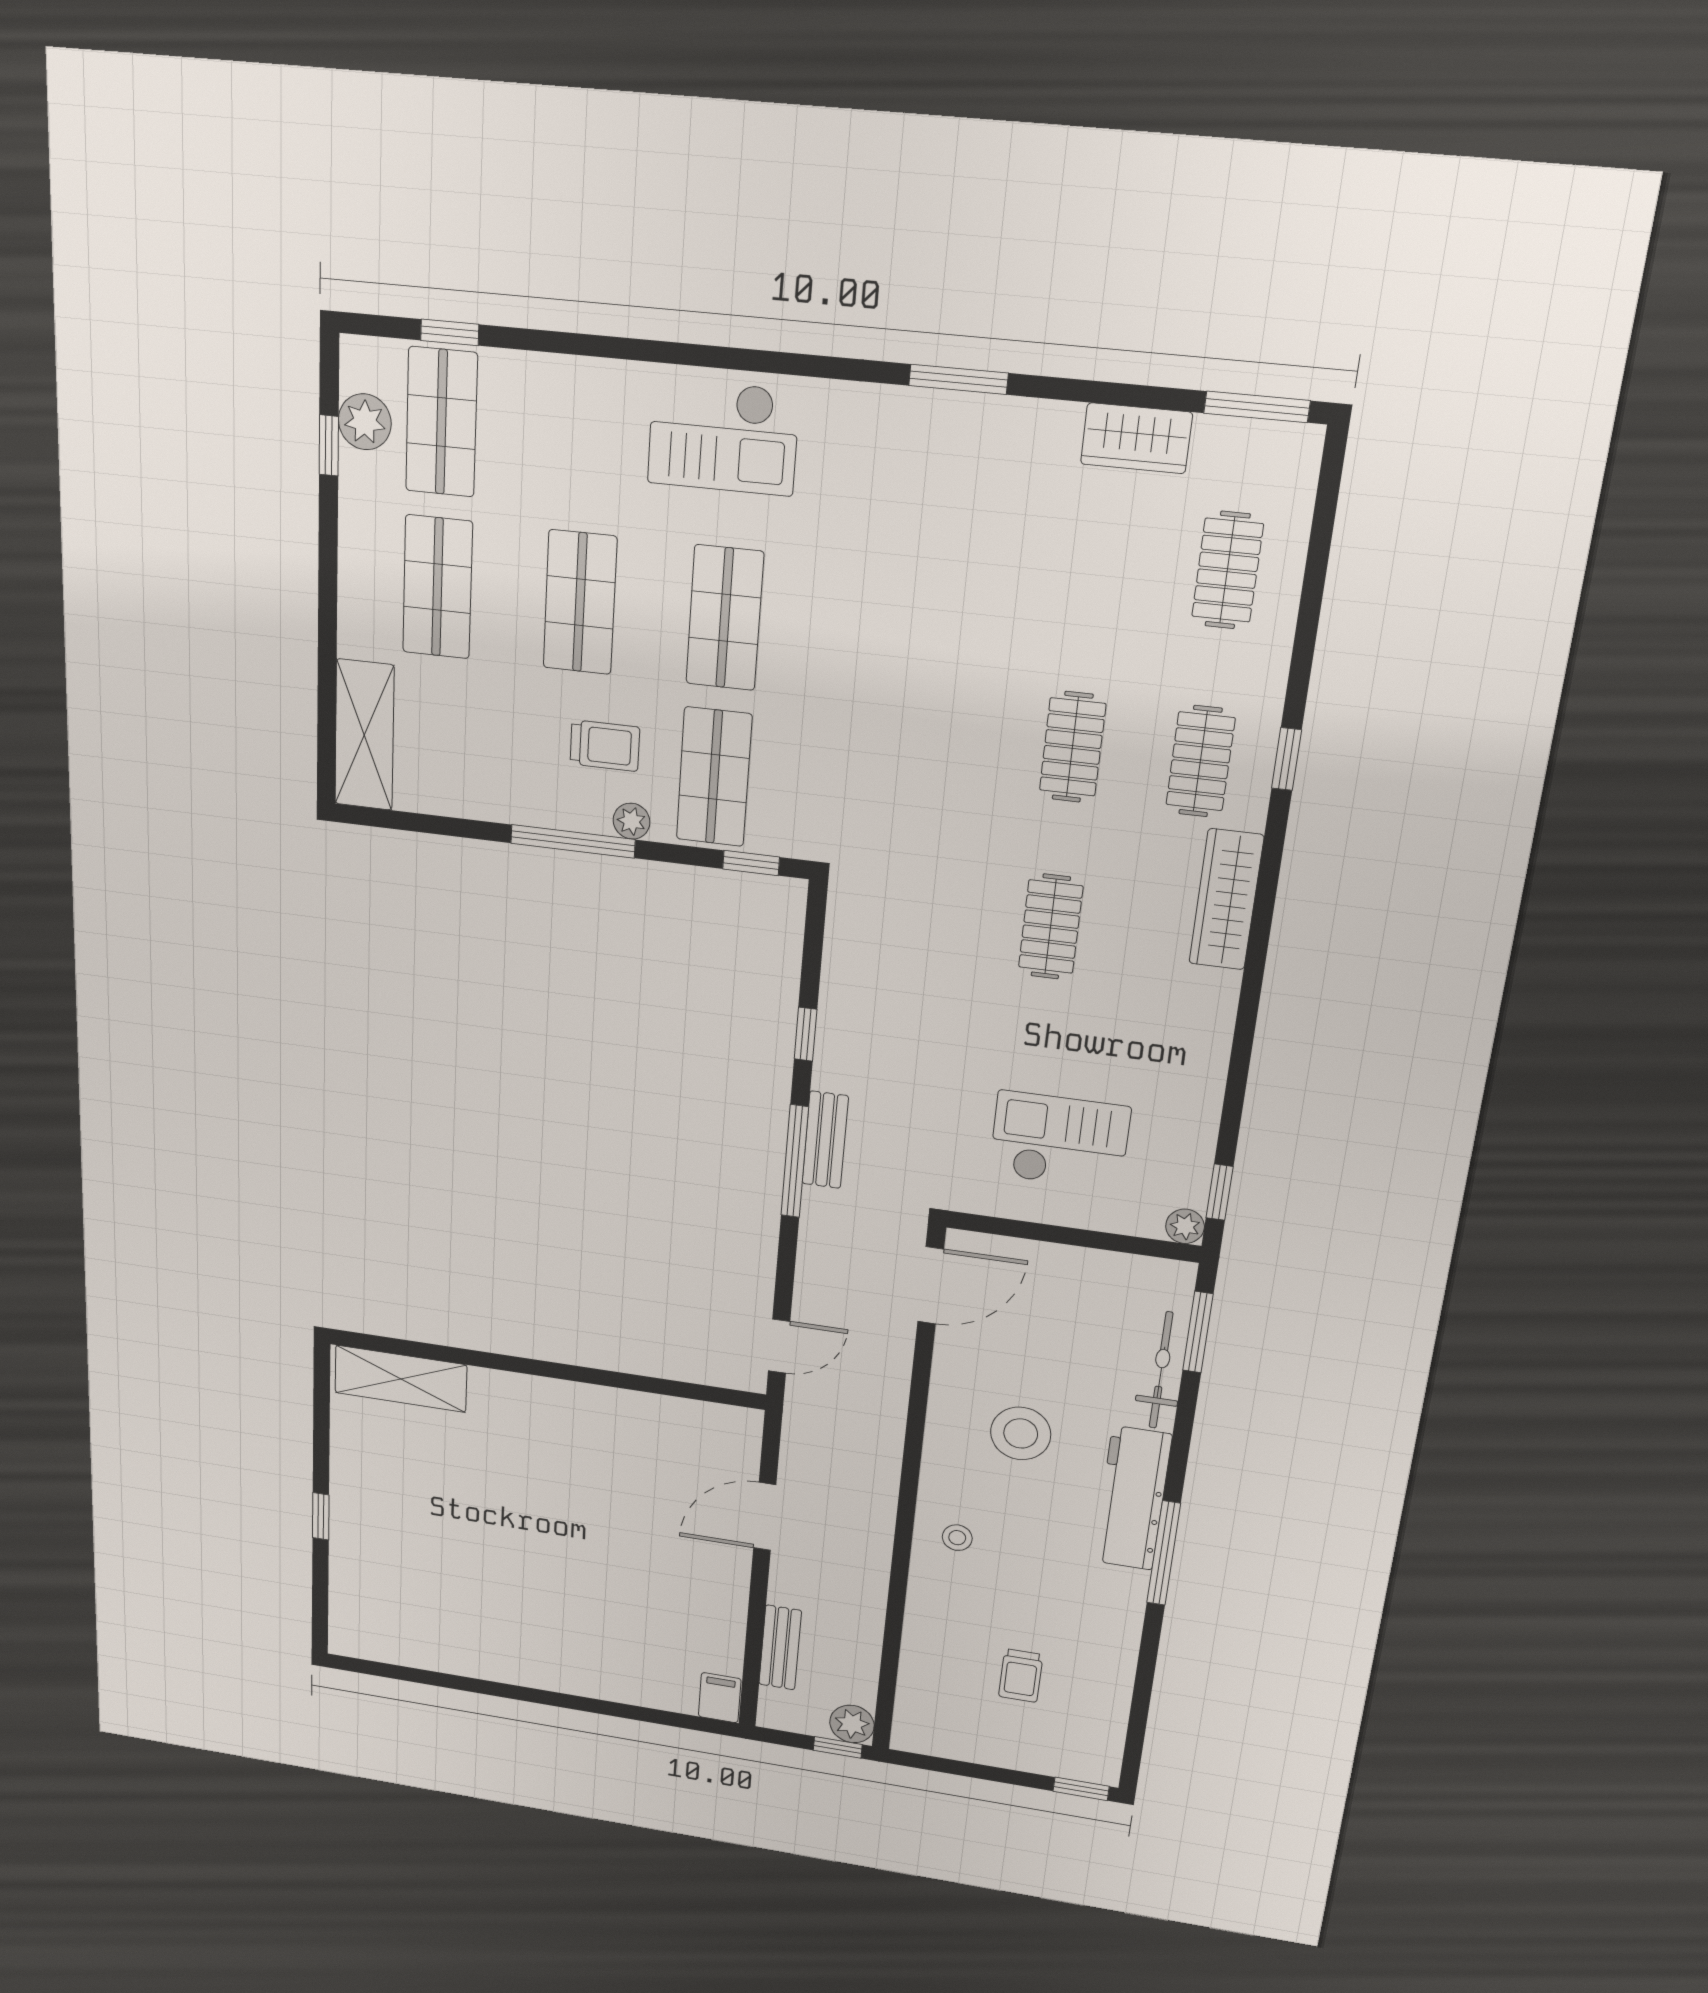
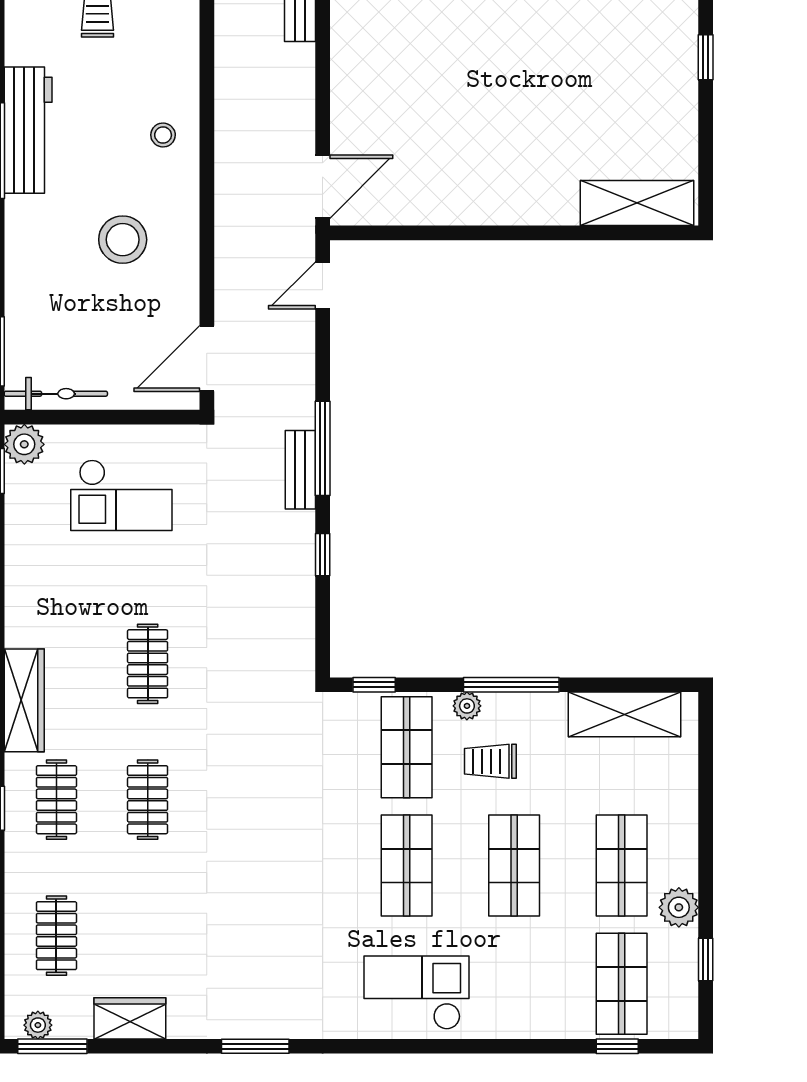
plant: (365, 422) -> (679, 907), moved
plant: (1274, 441) -> (38, 1025), added
shelving: (364, 735) -> (624, 714), moved, turned 90
plant: (1185, 1226) -> (24, 444), width x1.38, depth x1.38
bicycle: (1161, 1370) -> (56, 394), moved, turned -90
workbench: (1132, 1498) -> (28, 130), moved
door: (765, 1517) -> (323, 187), moved

